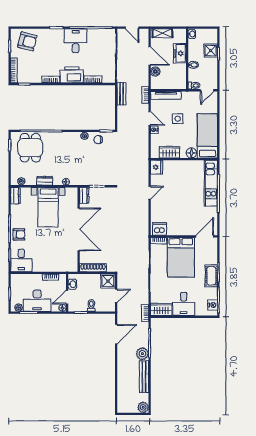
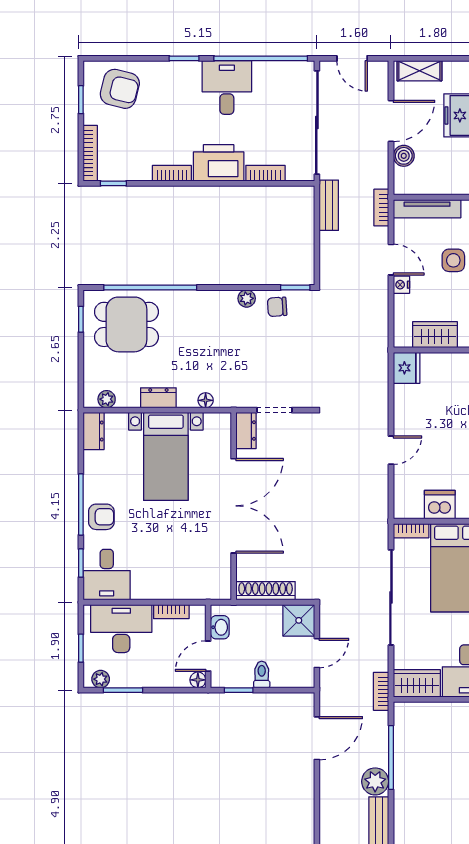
door: (150, 56) -> (391, 121), hinge flipped
dining table: (30, 148) -> (126, 324), turned 90
door: (150, 193) -> (391, 450), moved
dishwasher: (160, 229) -> (440, 505), moved
desk: (37, 301) -> (121, 629), moved, turned 180

